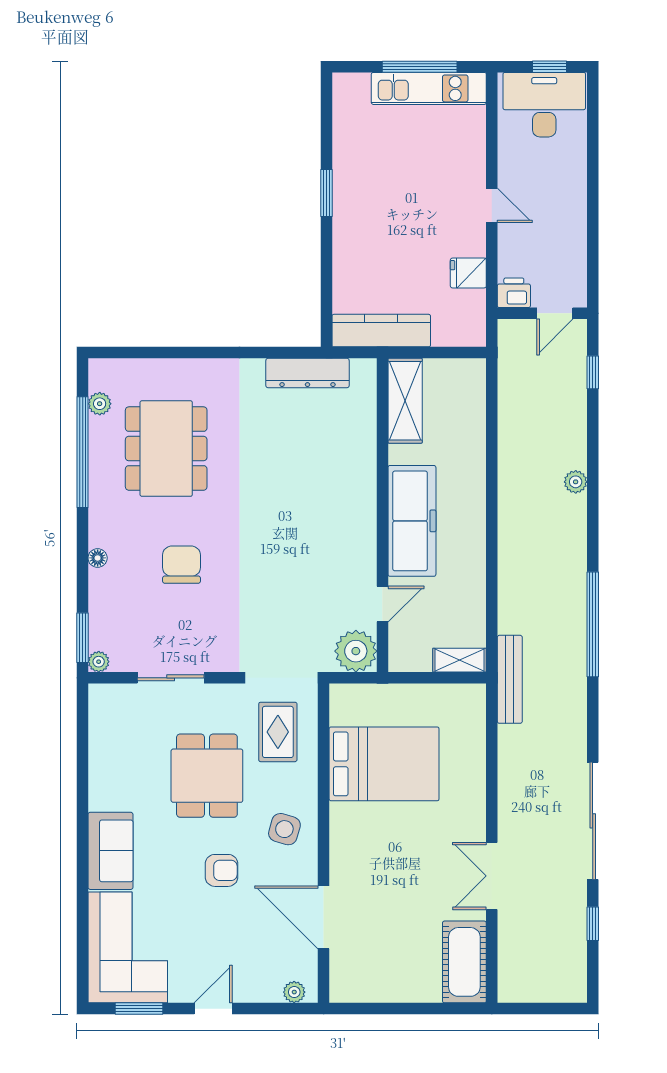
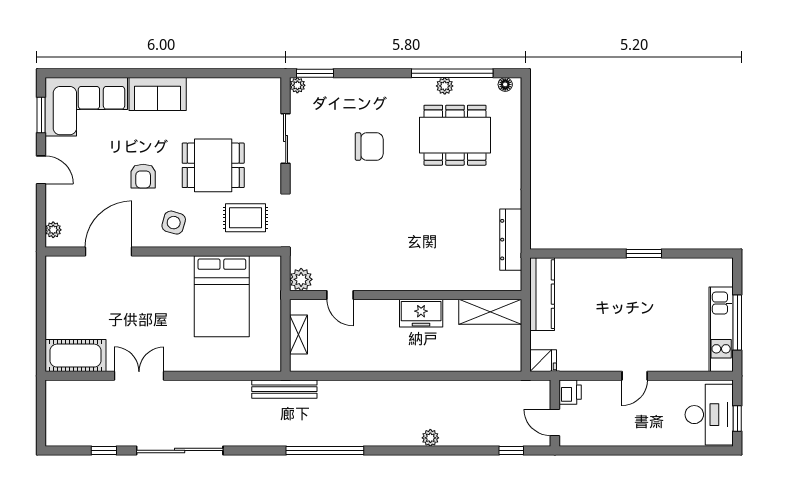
fridge: (468, 273) -> (543, 361), moved, turned 90
plant: (100, 404) -> (445, 86), moved
freezer: (412, 521) -> (421, 313), width x0.52, depth x0.79
floor lamp: (98, 558) -> (505, 84), moved
plant: (356, 651) -> (301, 279), width x0.73, depth x0.73
shelving: (460, 660) -> (299, 335), moved

